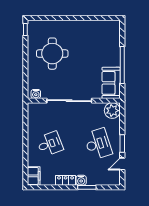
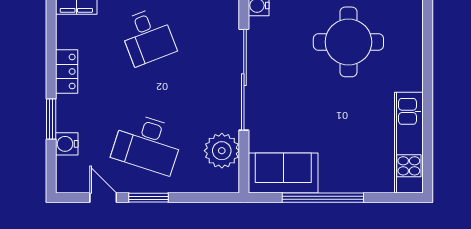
kitchen unit: (98, 26) -> (409, 143), added
plant: (112, 111) -> (222, 151), moved
desk: (98, 144) -> (147, 144), turned 36
water cooler: (81, 180) -> (67, 144), moved

